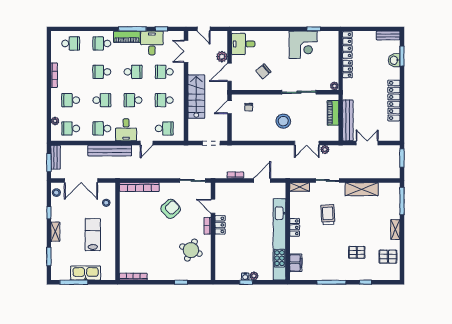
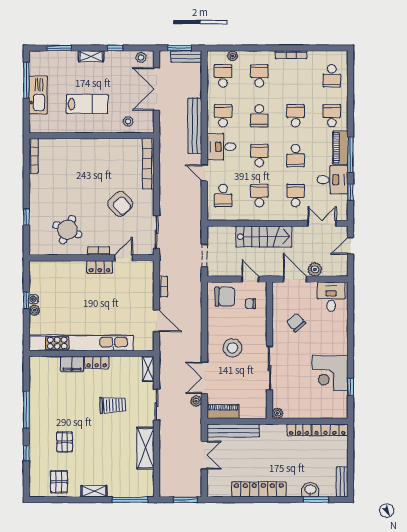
piano: (333, 113) -> (223, 411), moved
chair: (243, 127) -> (225, 296), added
filing cabinet: (296, 263) -> (72, 364), moved

